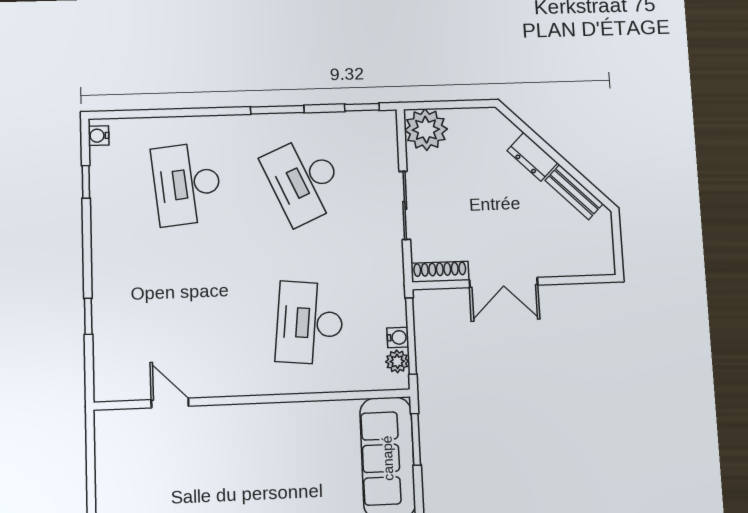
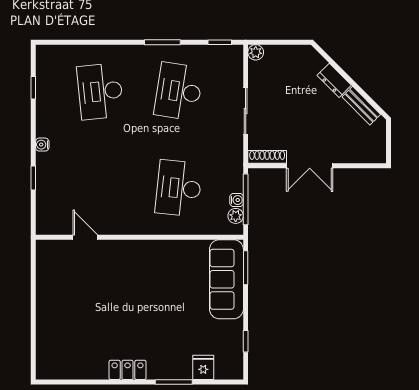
plant: (426, 130) -> (256, 52), width x0.53, depth x0.53
water cooler: (99, 136) -> (42, 145), moved
desk: (304, 180) -> (179, 91), turned 33

